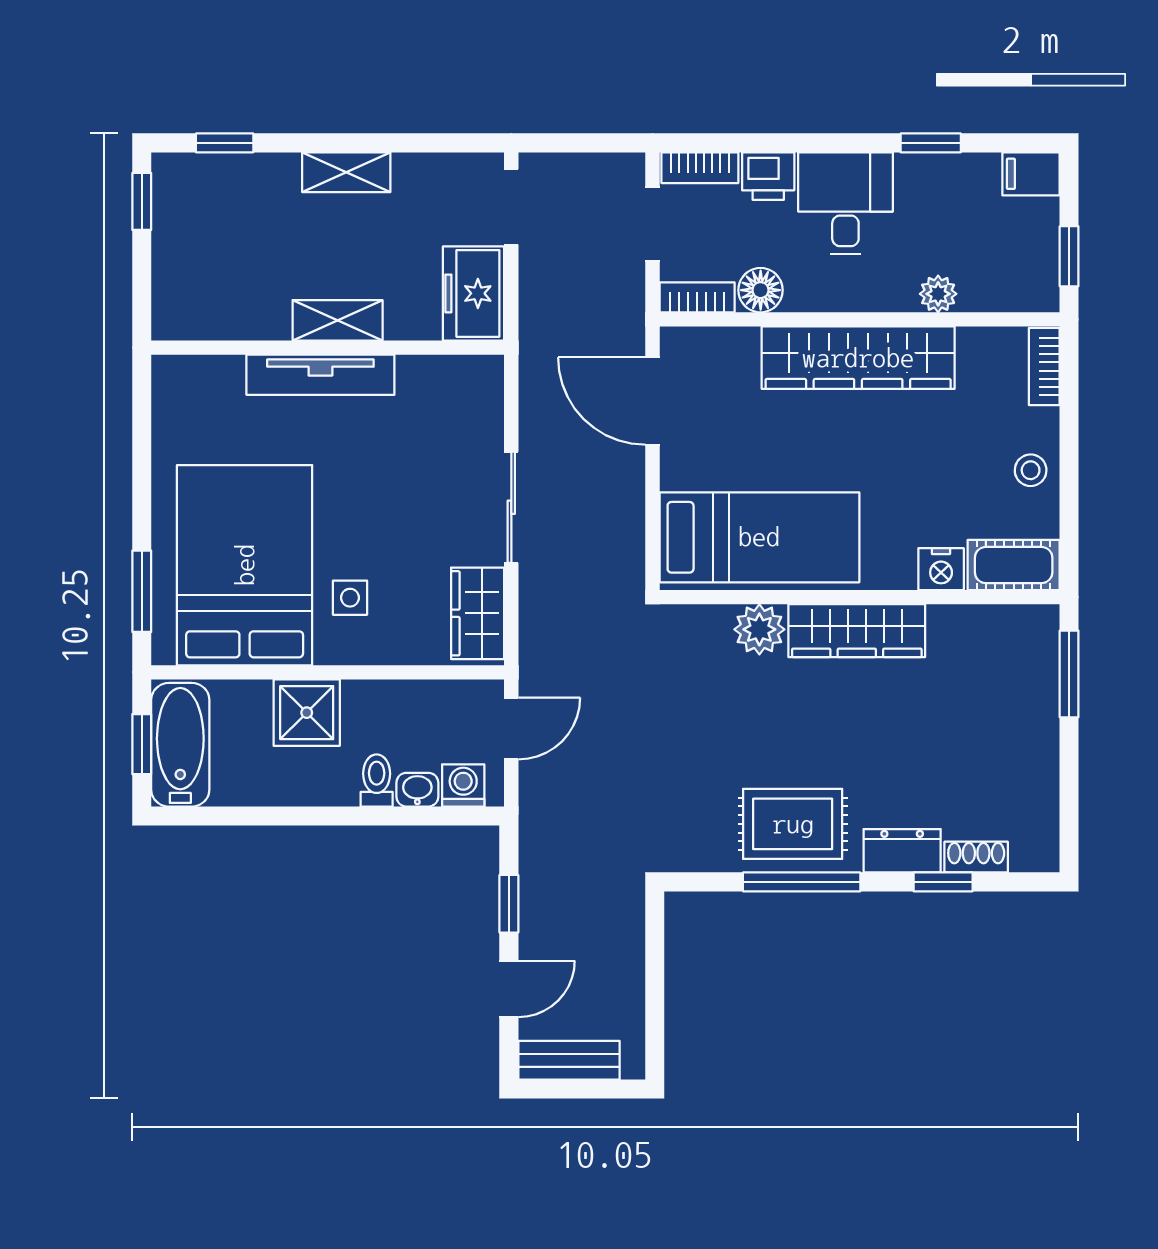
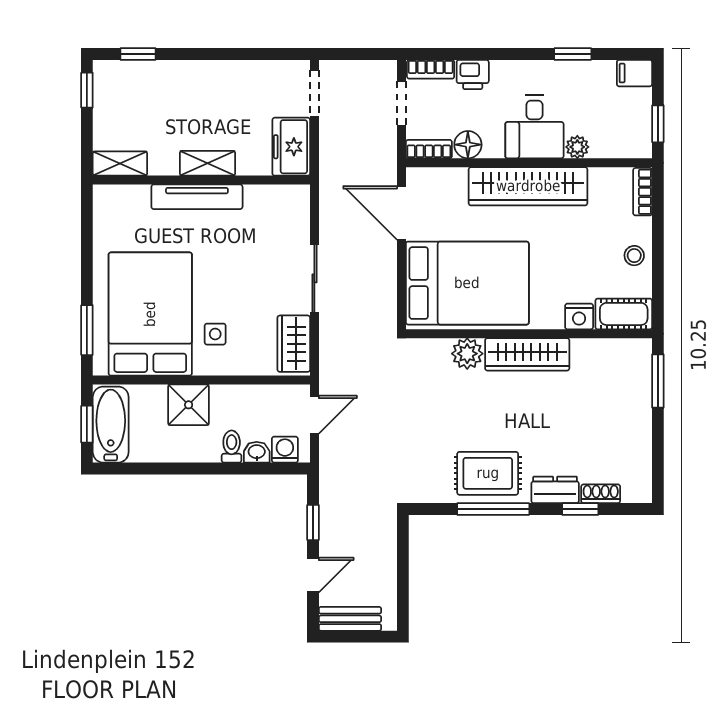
shelving: (346, 172) -> (120, 164), moved
desk: (845, 203) -> (534, 127), moved, turned 180
bed: (759, 537) -> (467, 283), width x1.50

